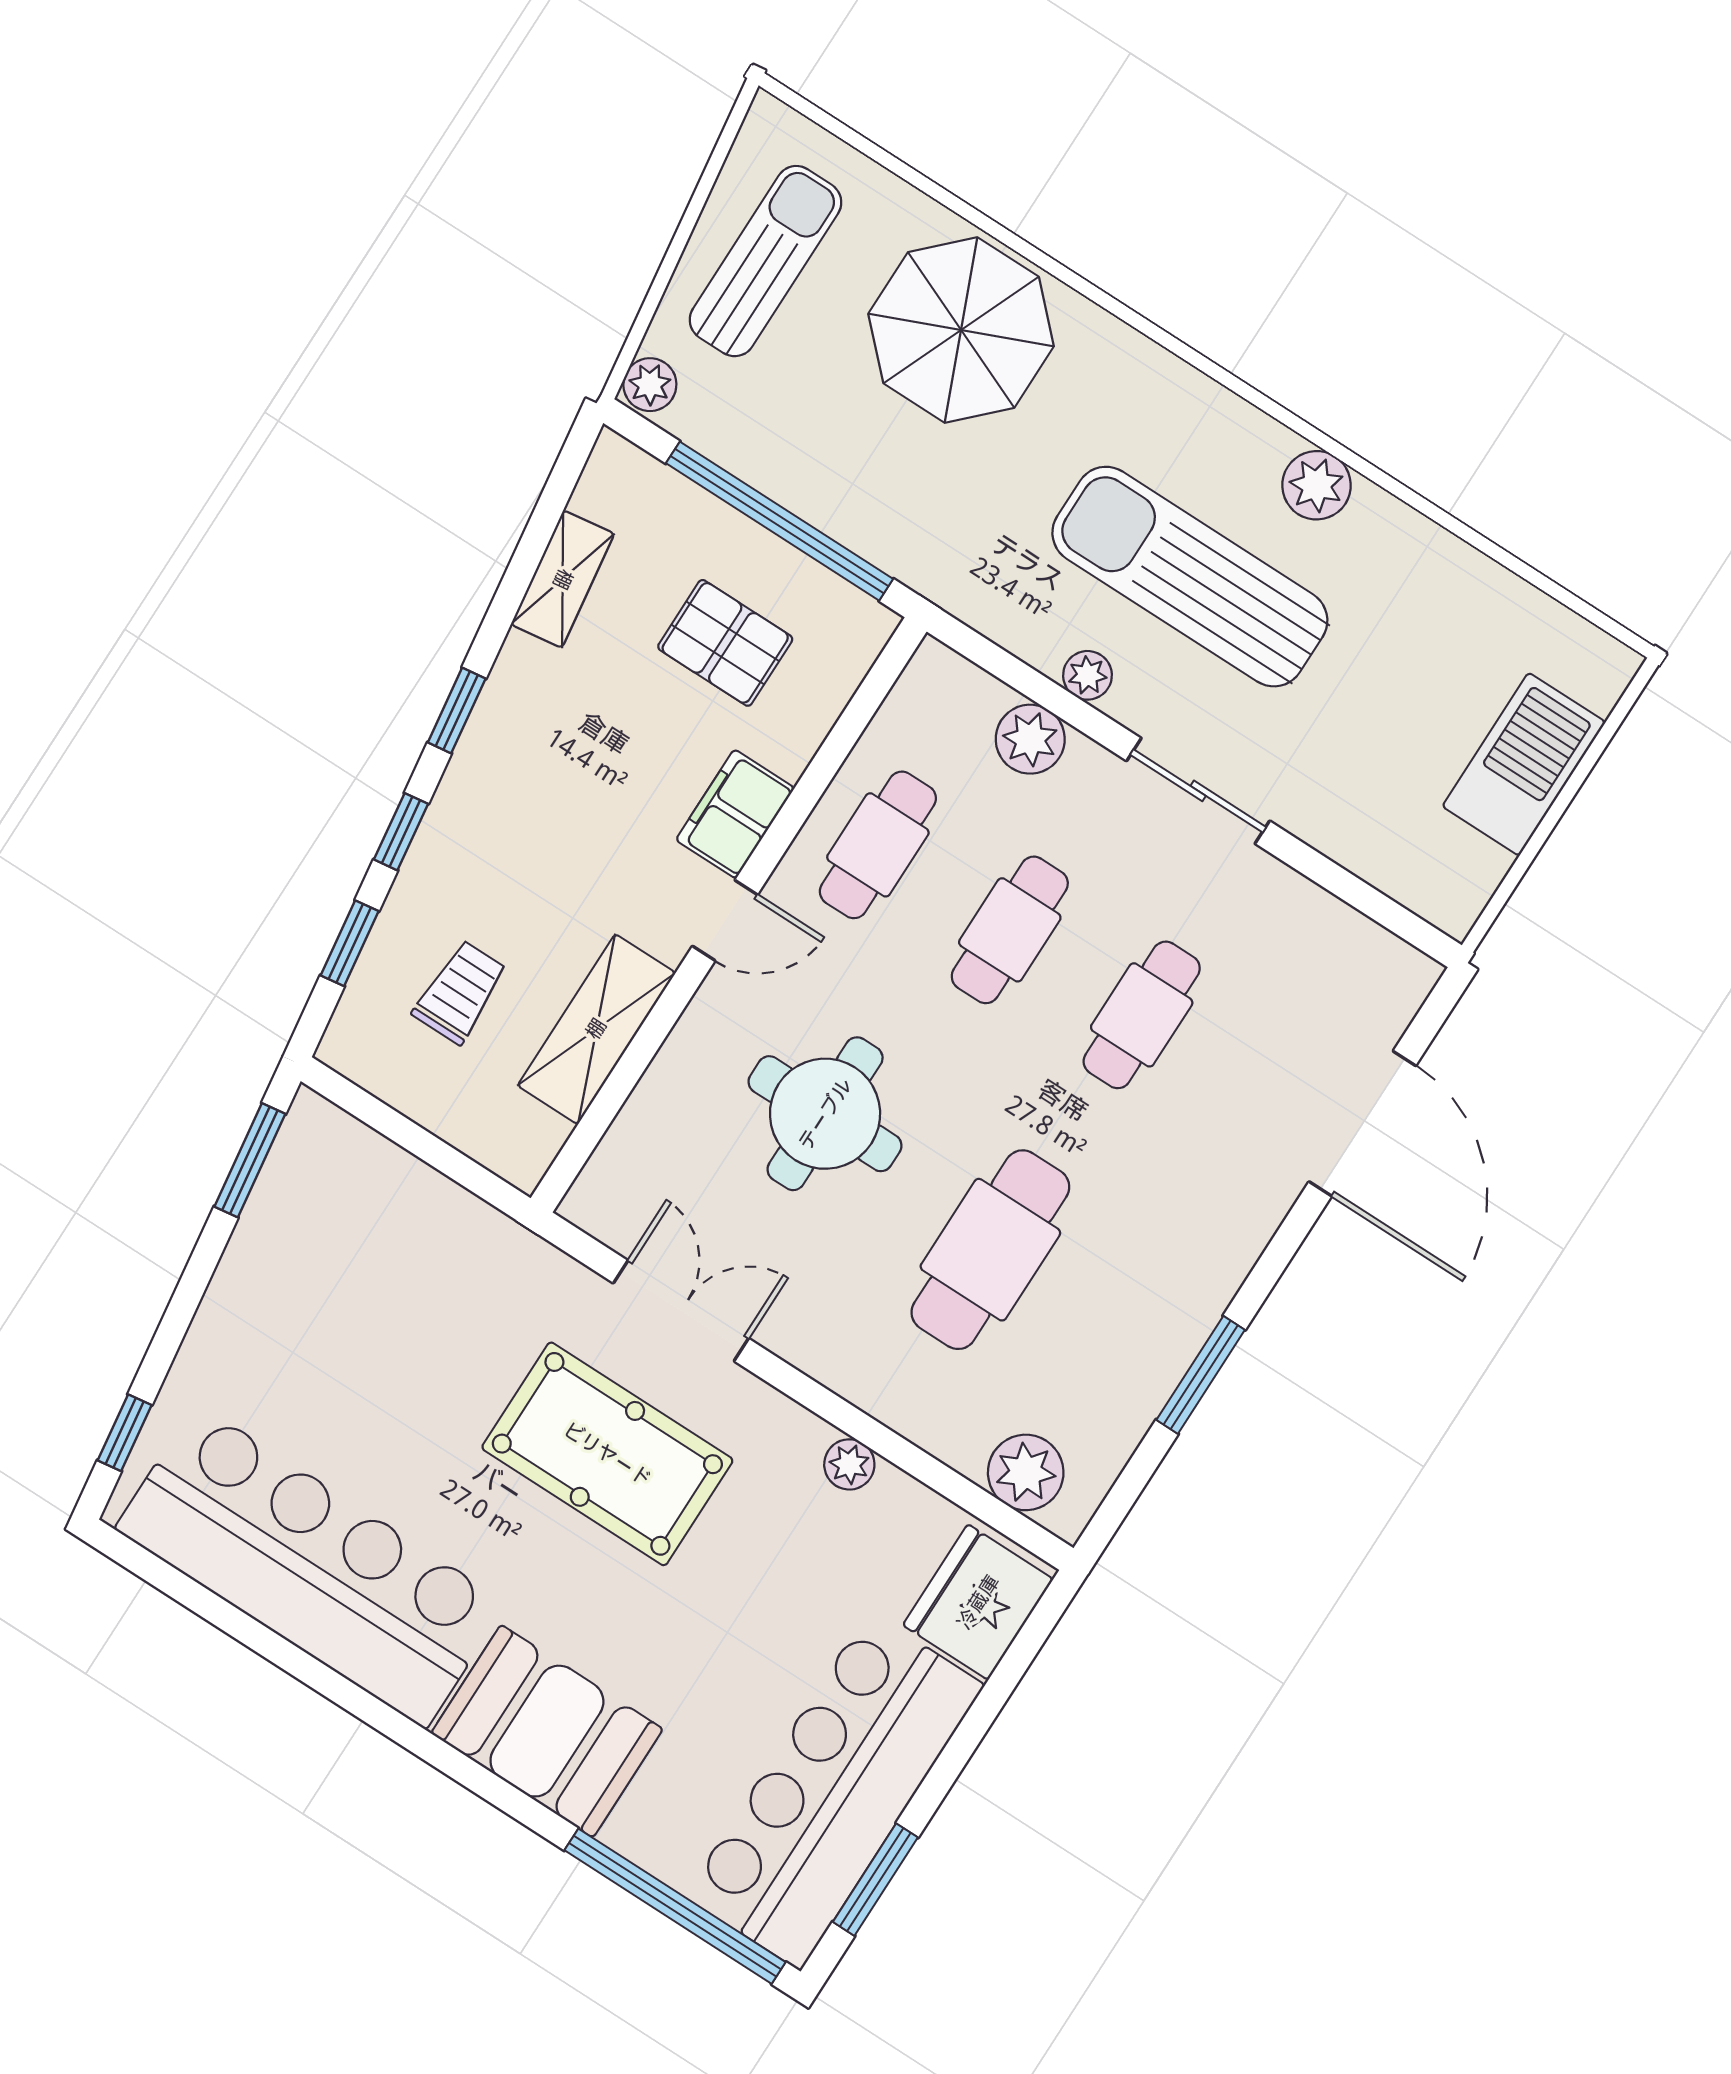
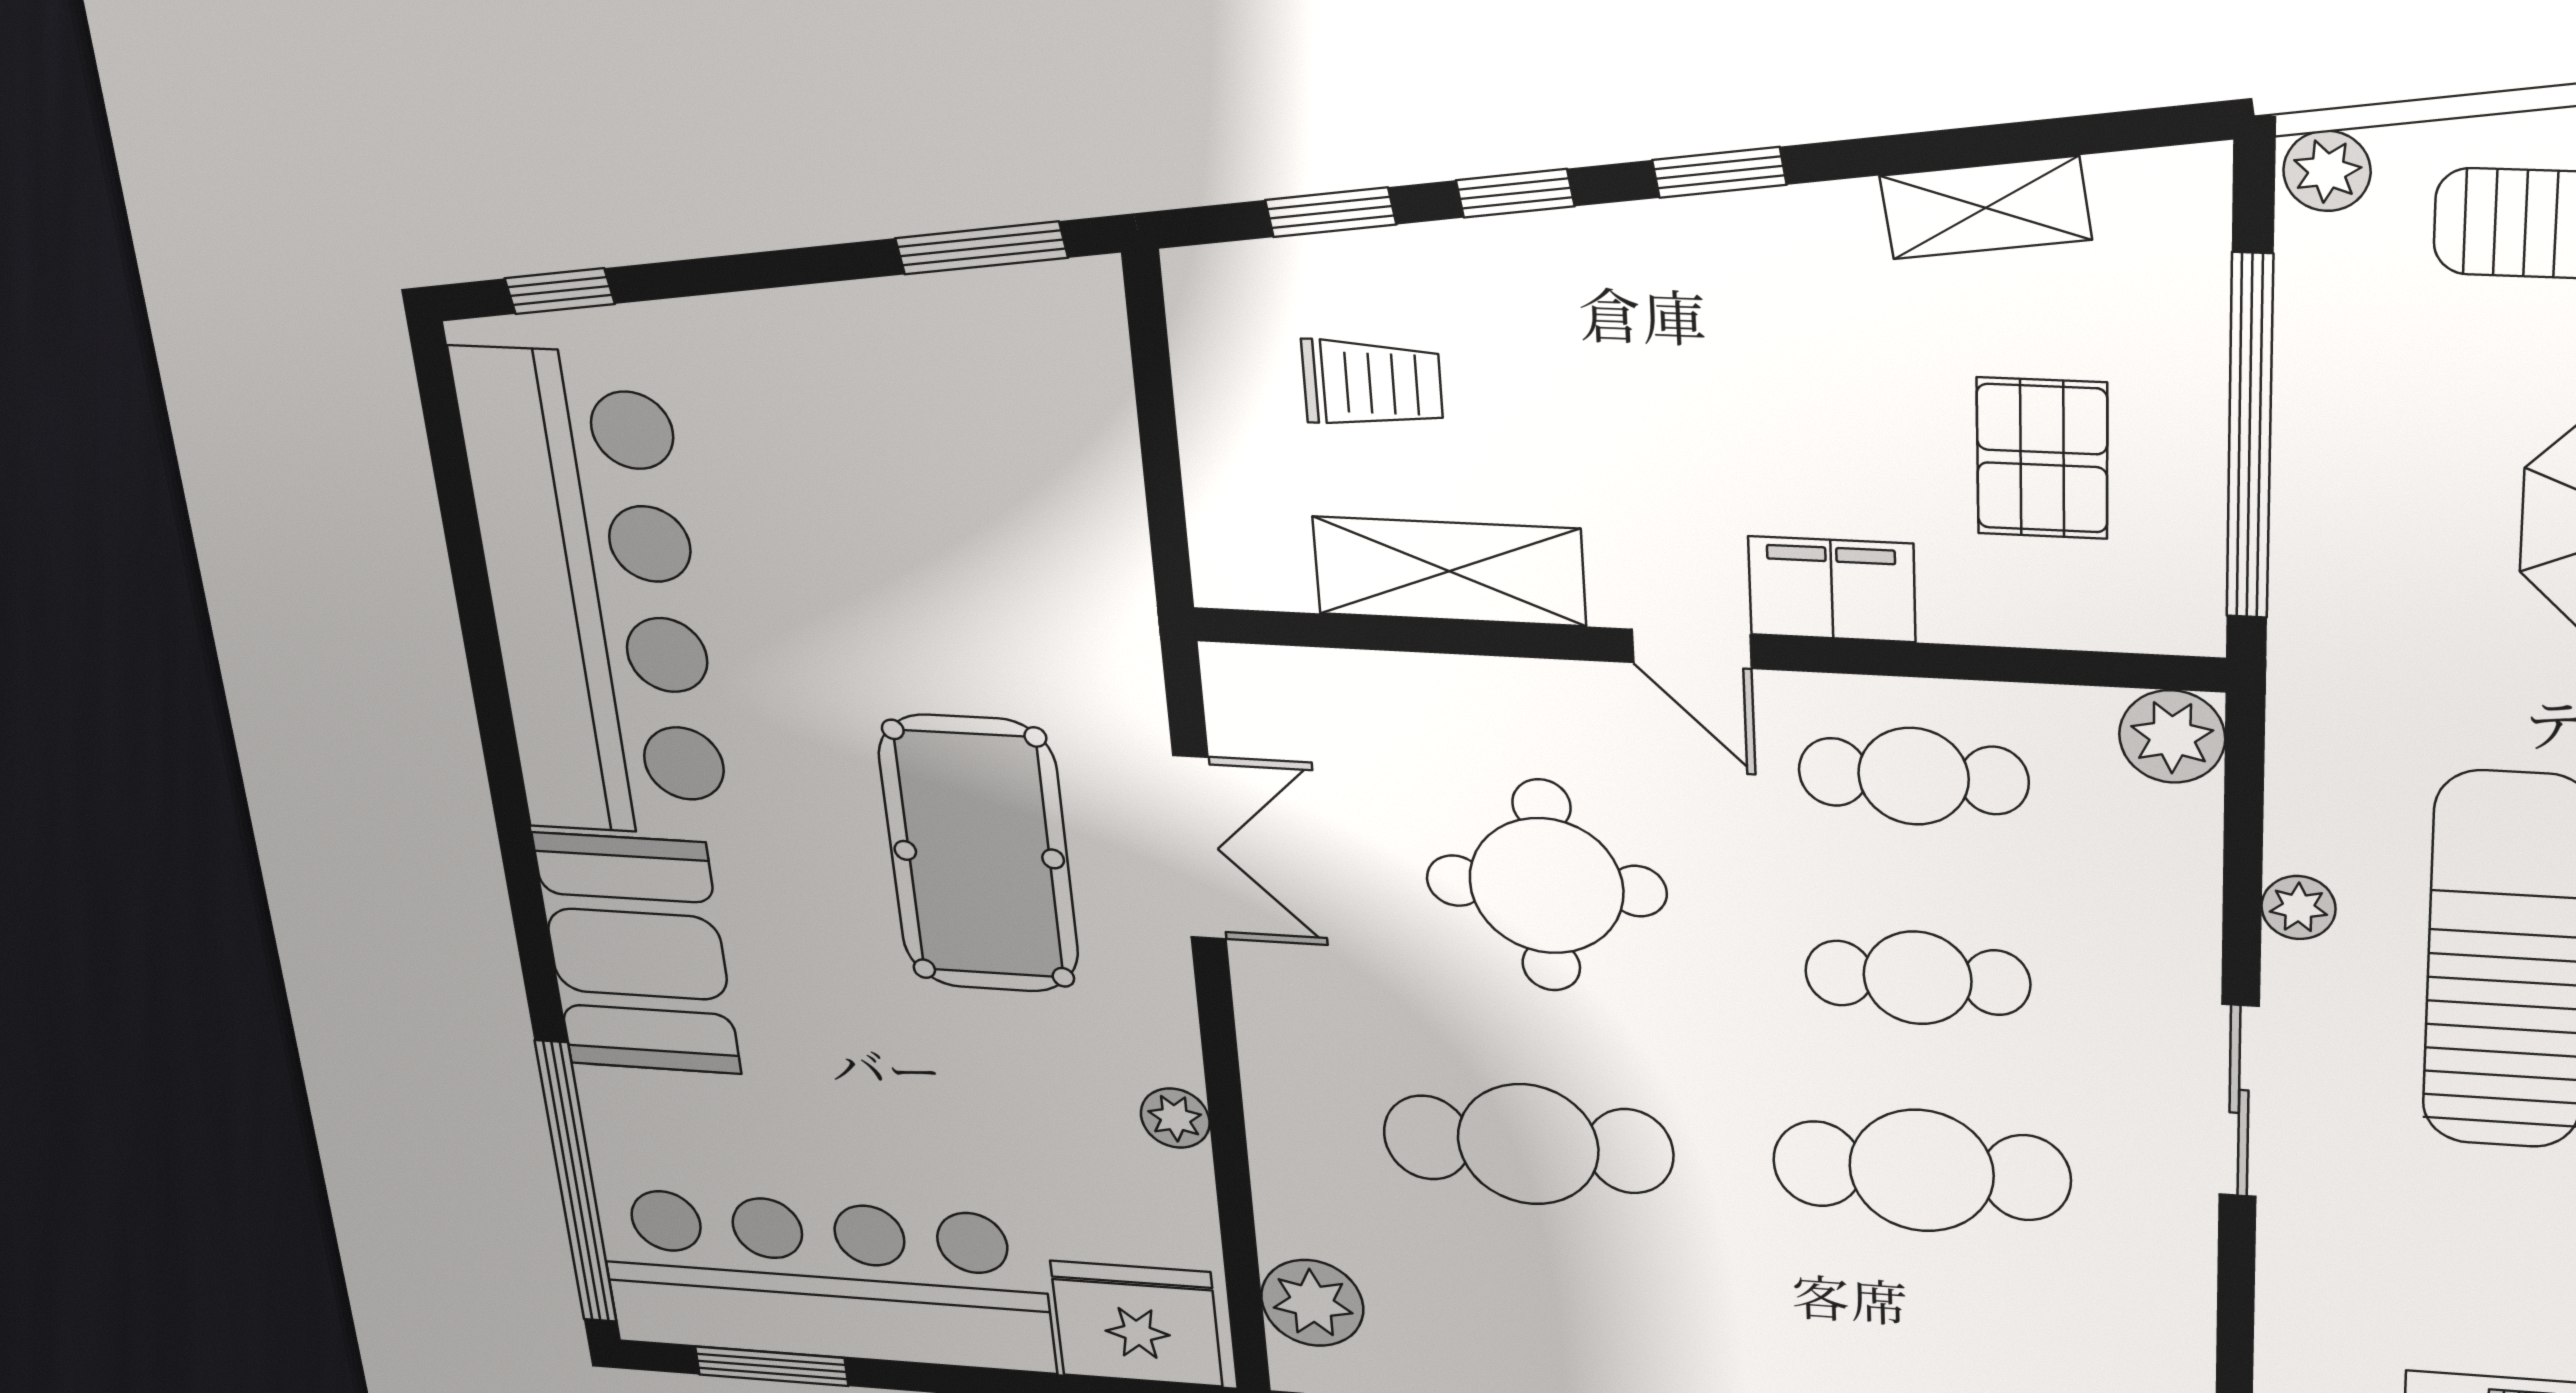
plant: (1030, 739) -> (2172, 737), moved
cafe table: (1142, 1015) -> (1922, 1171), width x1.37, depth x1.35

